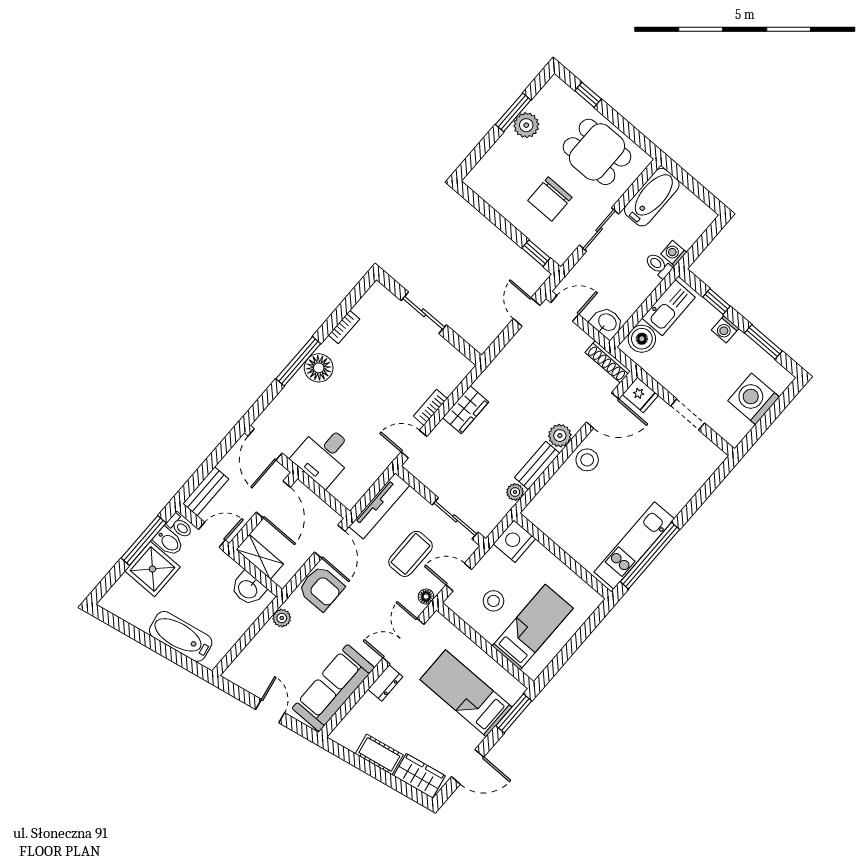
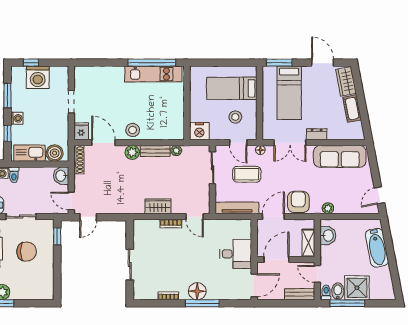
window: (779, 406) -> (31, 63), added
door: (270, 711) -> (379, 195), moved

